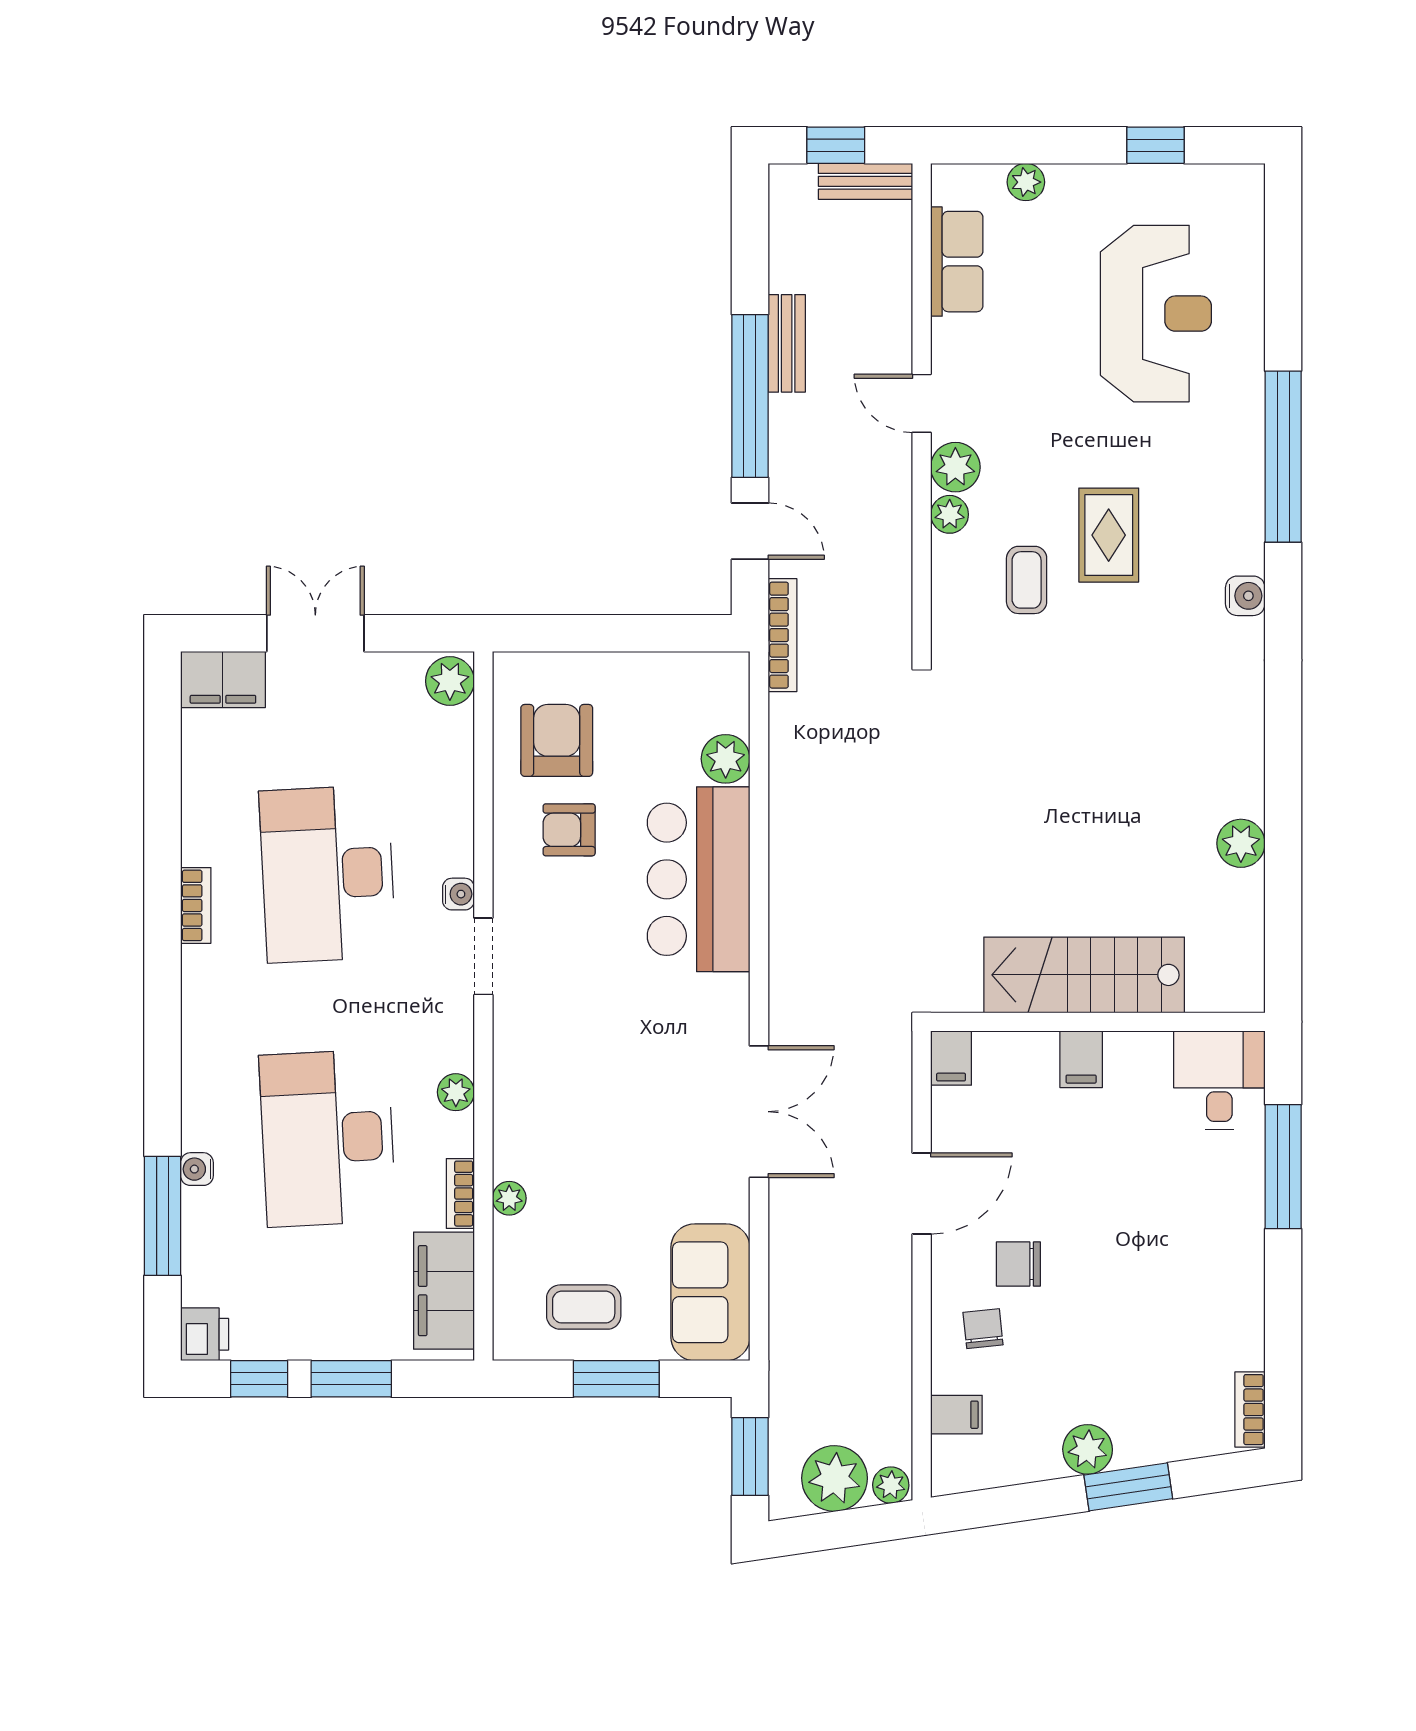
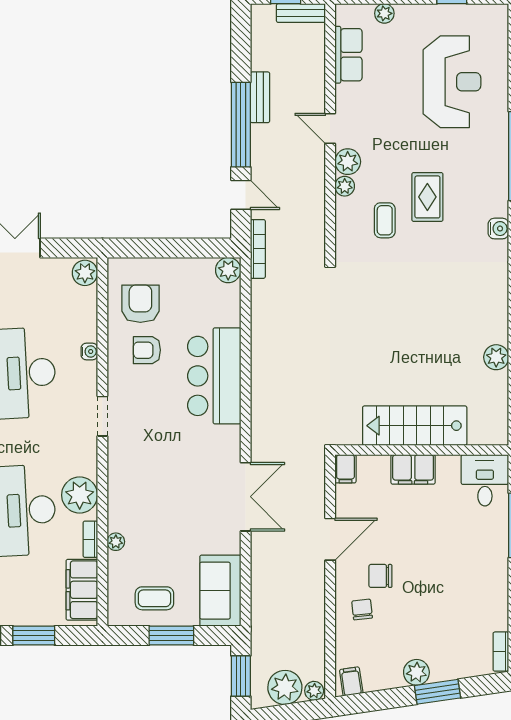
plant: (726, 759) -> (228, 270), moved
water cooler: (458, 894) -> (89, 352), moved
filing cabinet: (1081, 1059) -> (413, 469), width x2.00
plant: (456, 1092) -> (80, 495), width x1.87, depth x1.87
filing cabinet: (956, 1415) -> (351, 681), moved, turned -98

